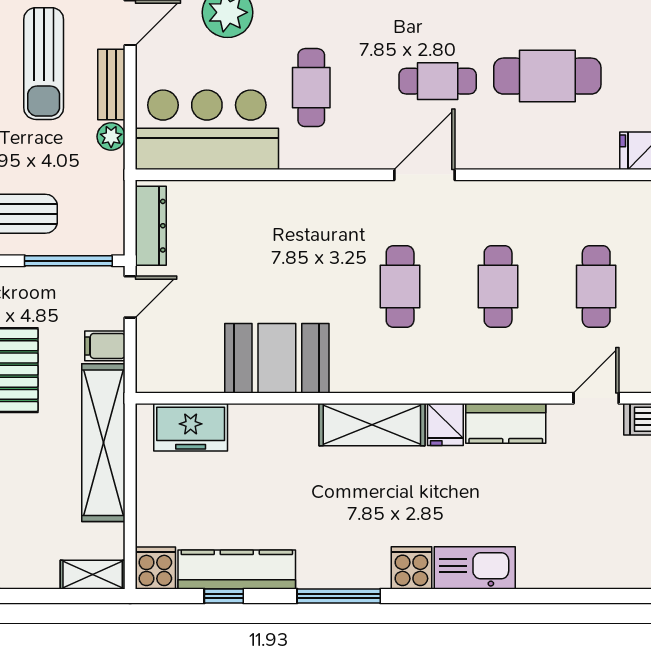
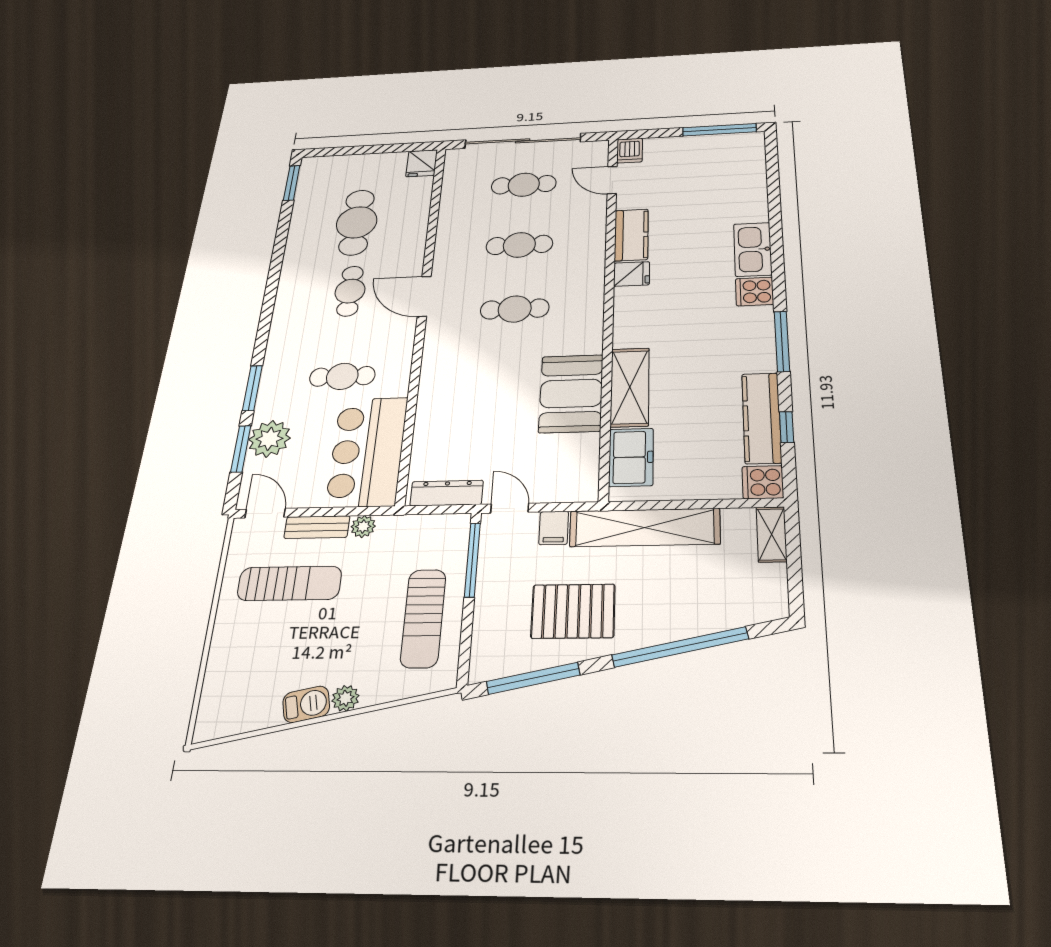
shelving: (372, 425) -> (630, 387), moved

